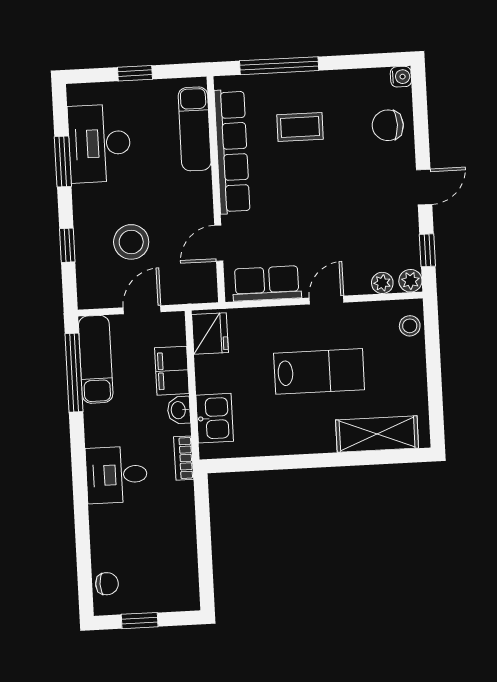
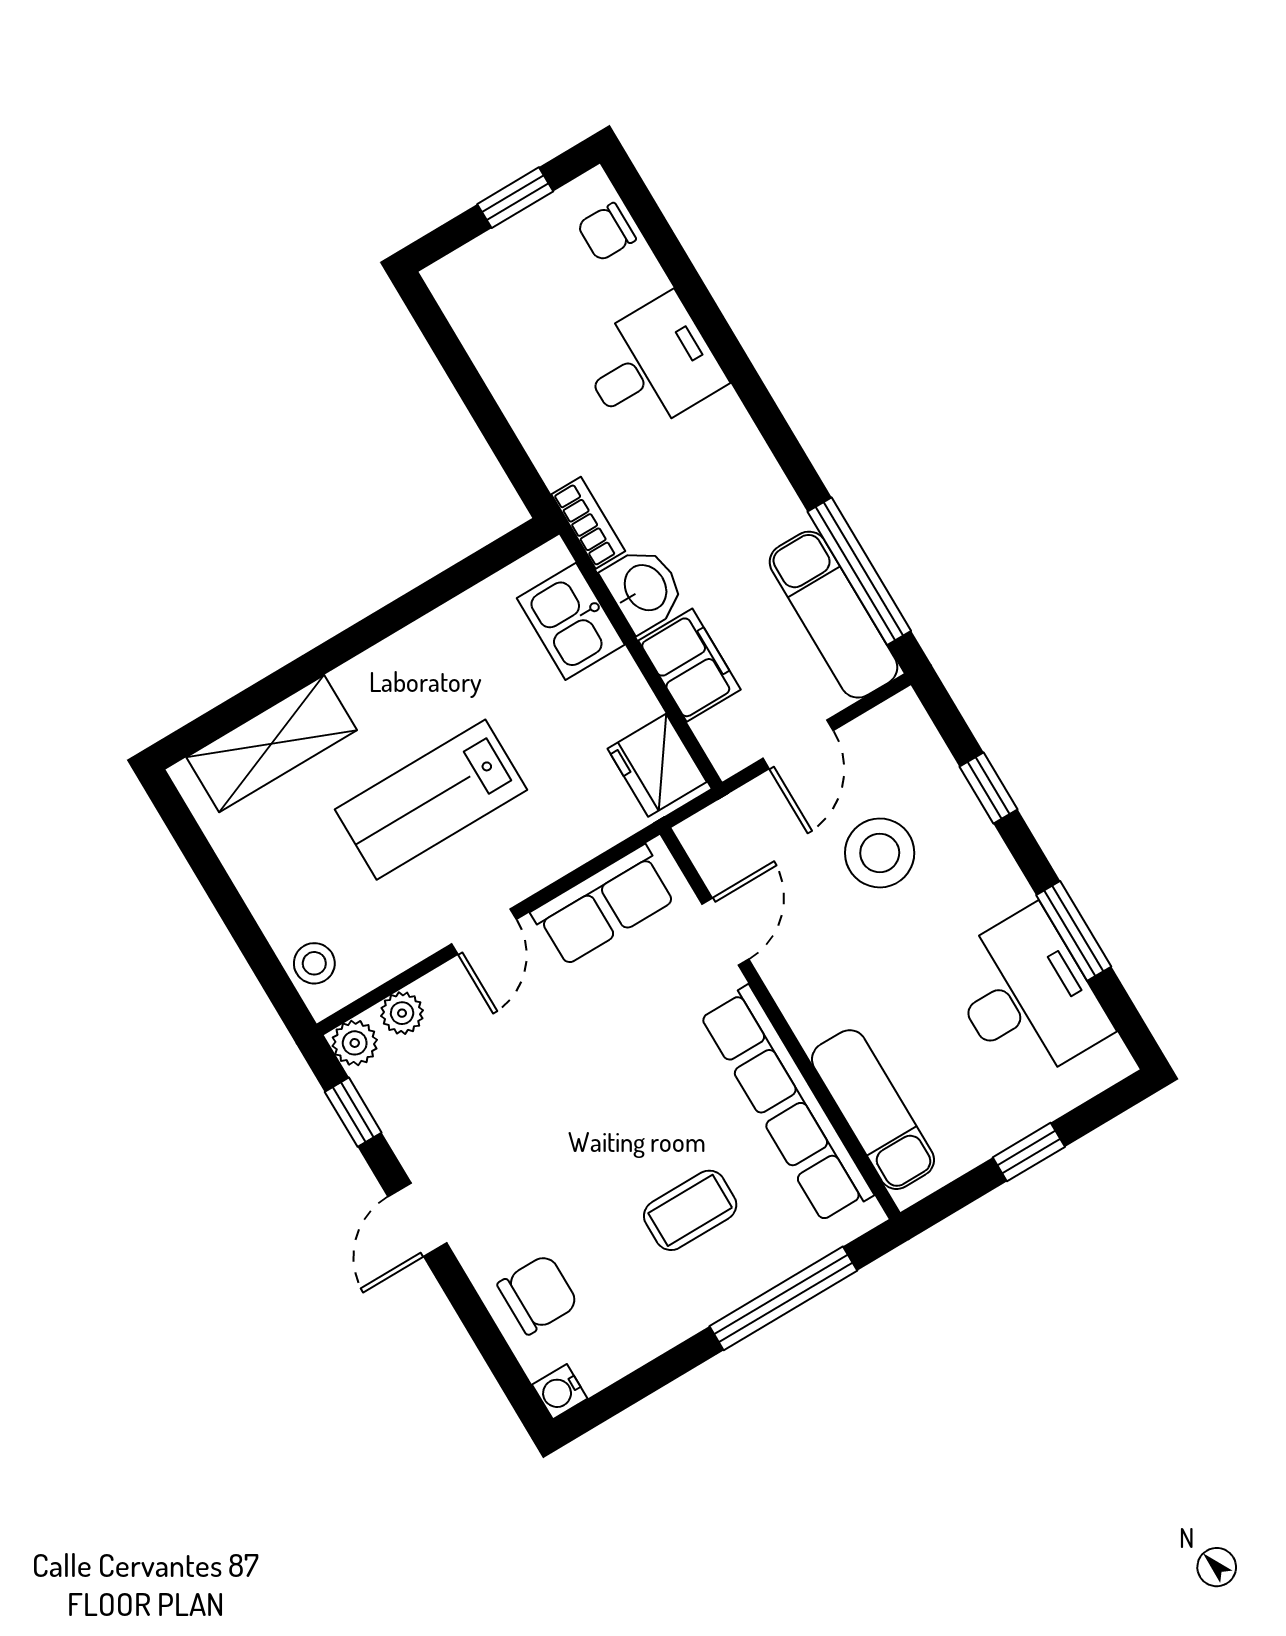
washbasin: (179, 410) -> (644, 589), width x1.38, depth x1.45
desk: (117, 475) -> (651, 366), moved

